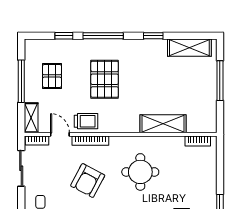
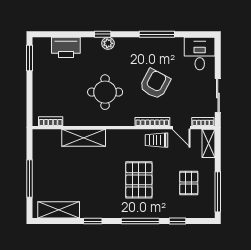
window: (21, 81) -> (218, 192), moved

